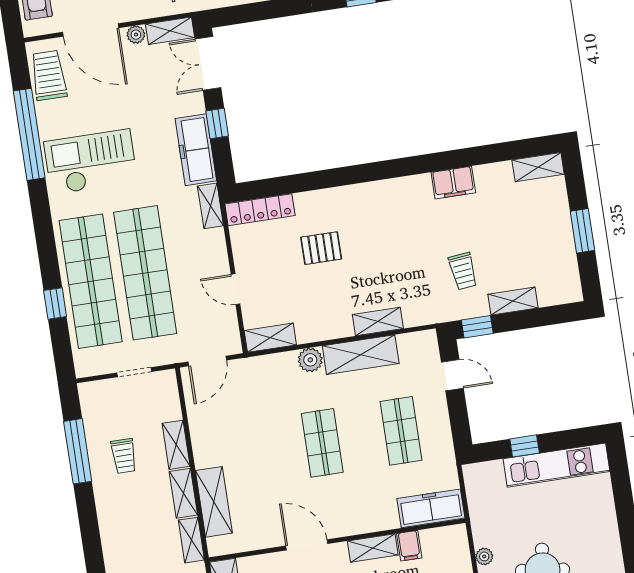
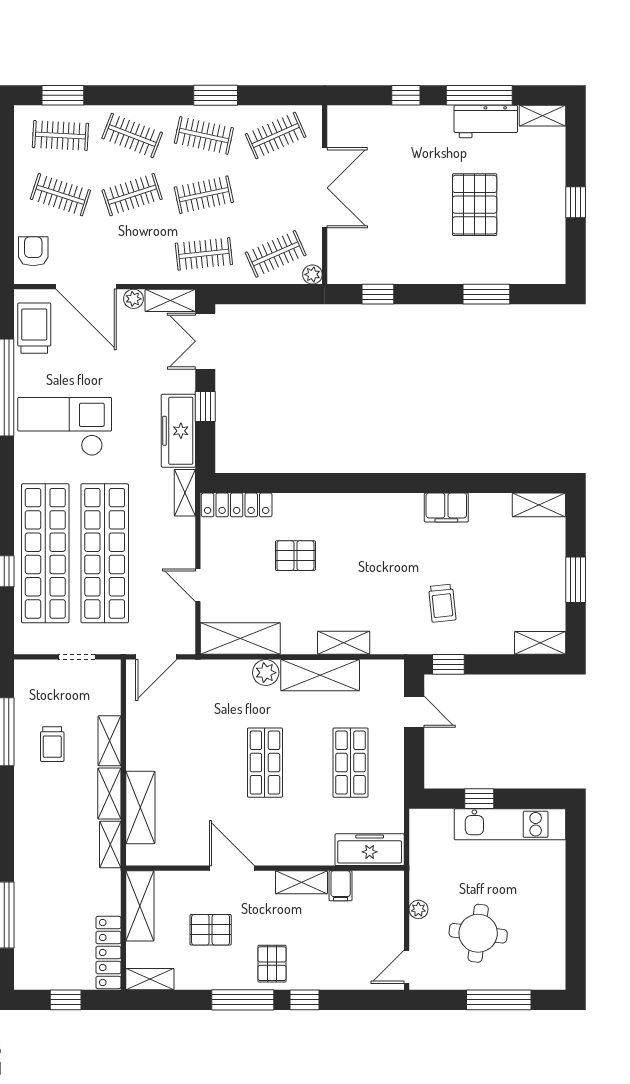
shelving: (513, 301) -> (540, 643), moved
shelving: (270, 338) -> (240, 639), width x1.50, depth x1.33

